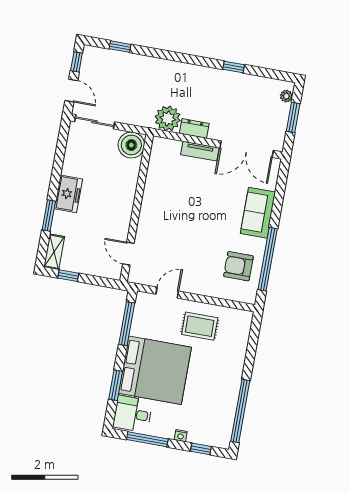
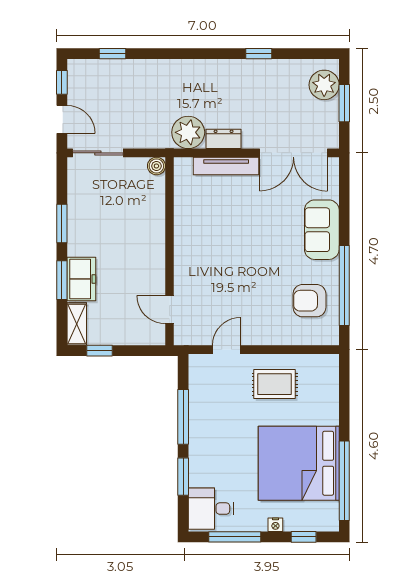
plant: (286, 96) -> (324, 85), width x1.88, depth x1.88
boiler: (131, 145) -> (156, 166), width x0.54, depth x0.54
tv unit: (200, 151) -> (226, 166), width x1.41
window: (57, 172) -> (62, 224), added
freezer: (68, 194) -> (81, 279), moved
window: (127, 324) -> (183, 417), moved
bed: (155, 370) -> (299, 463), moved, turned 180

